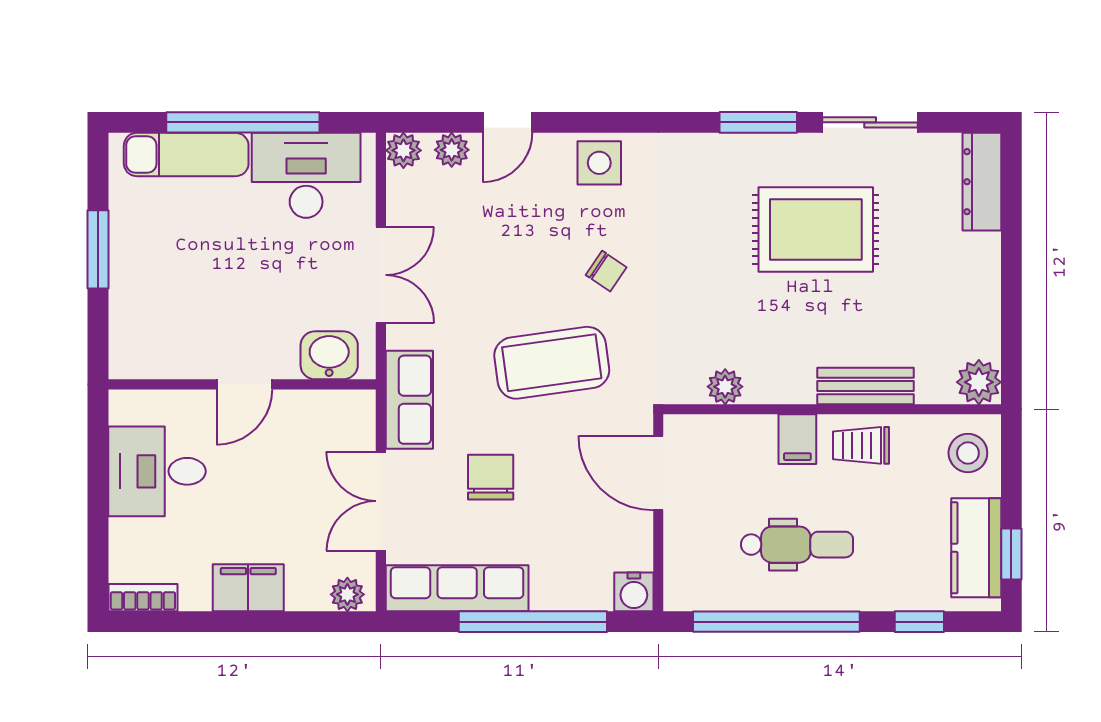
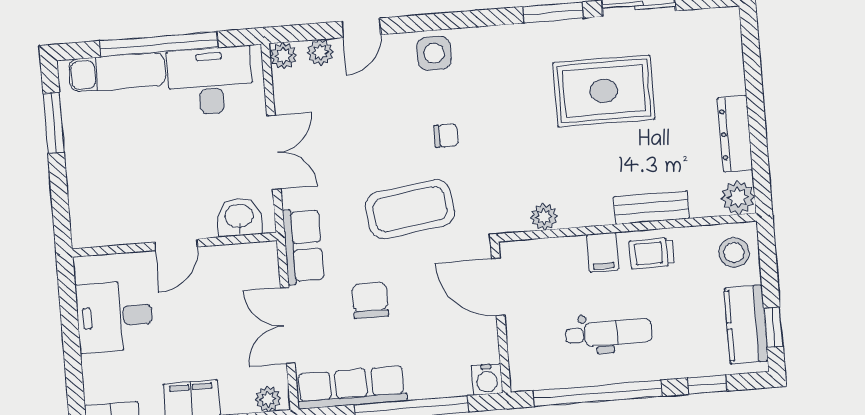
dresser: (982, 182) -> (735, 134), moved
window: (98, 249) -> (54, 123), moved
chair: (606, 271) -> (446, 136), turned -34

